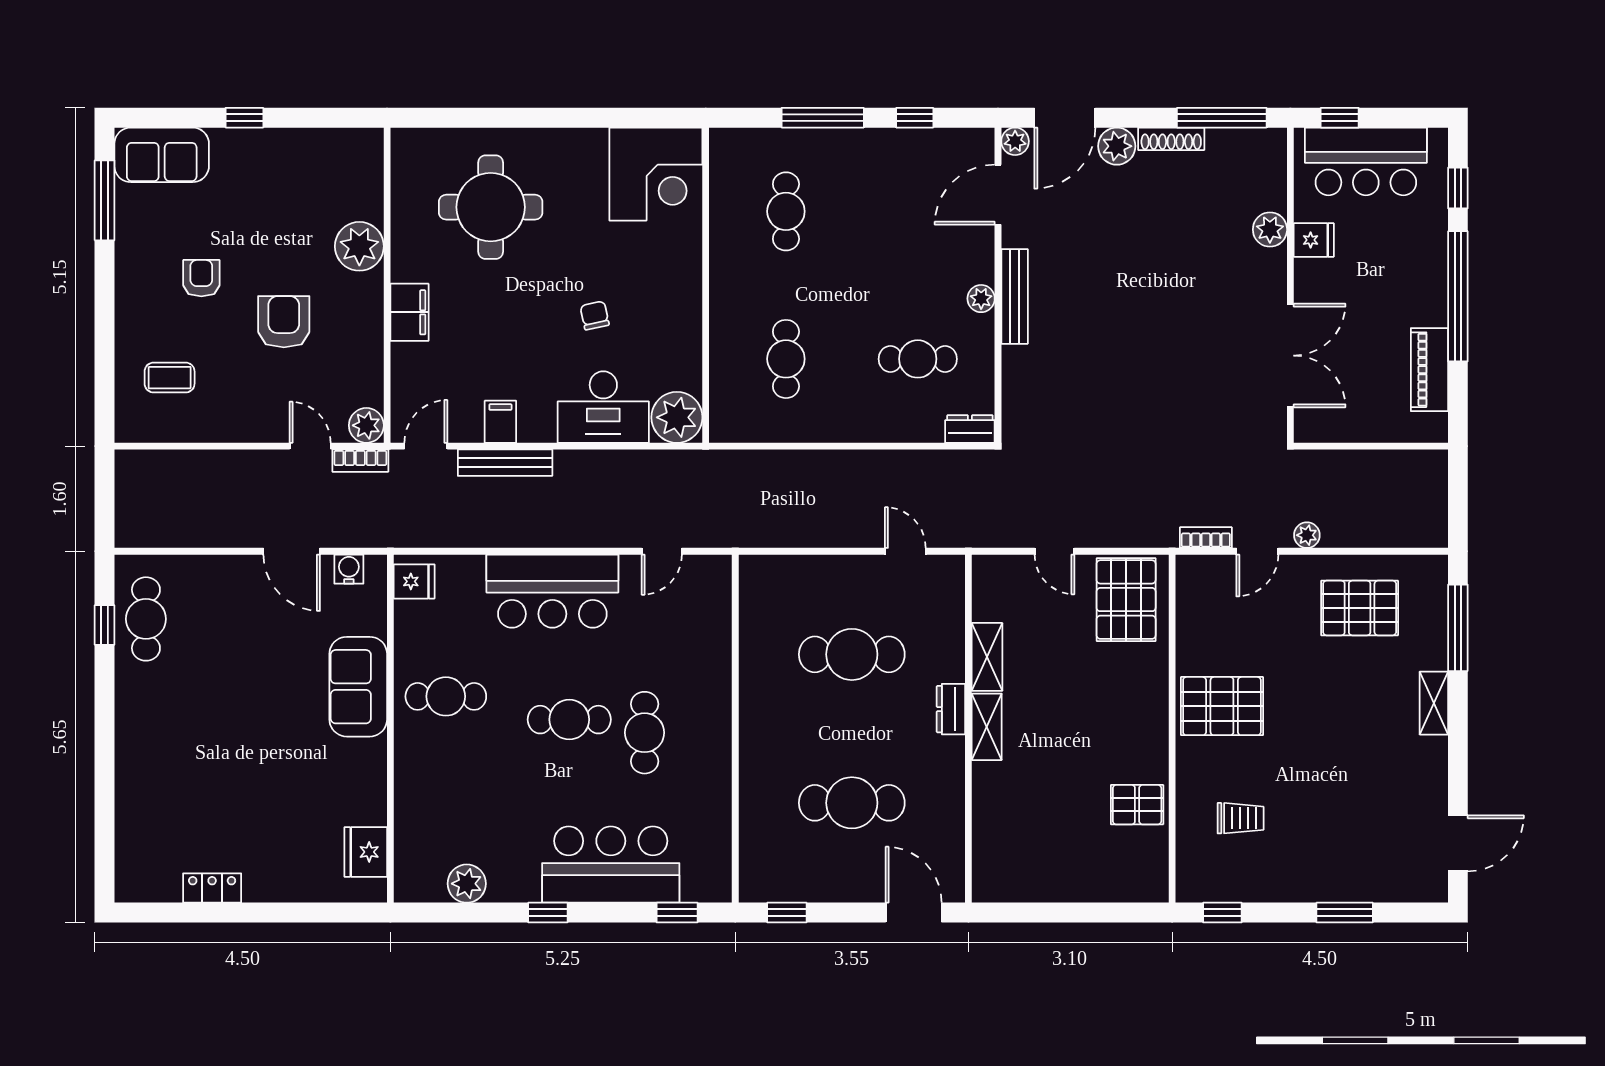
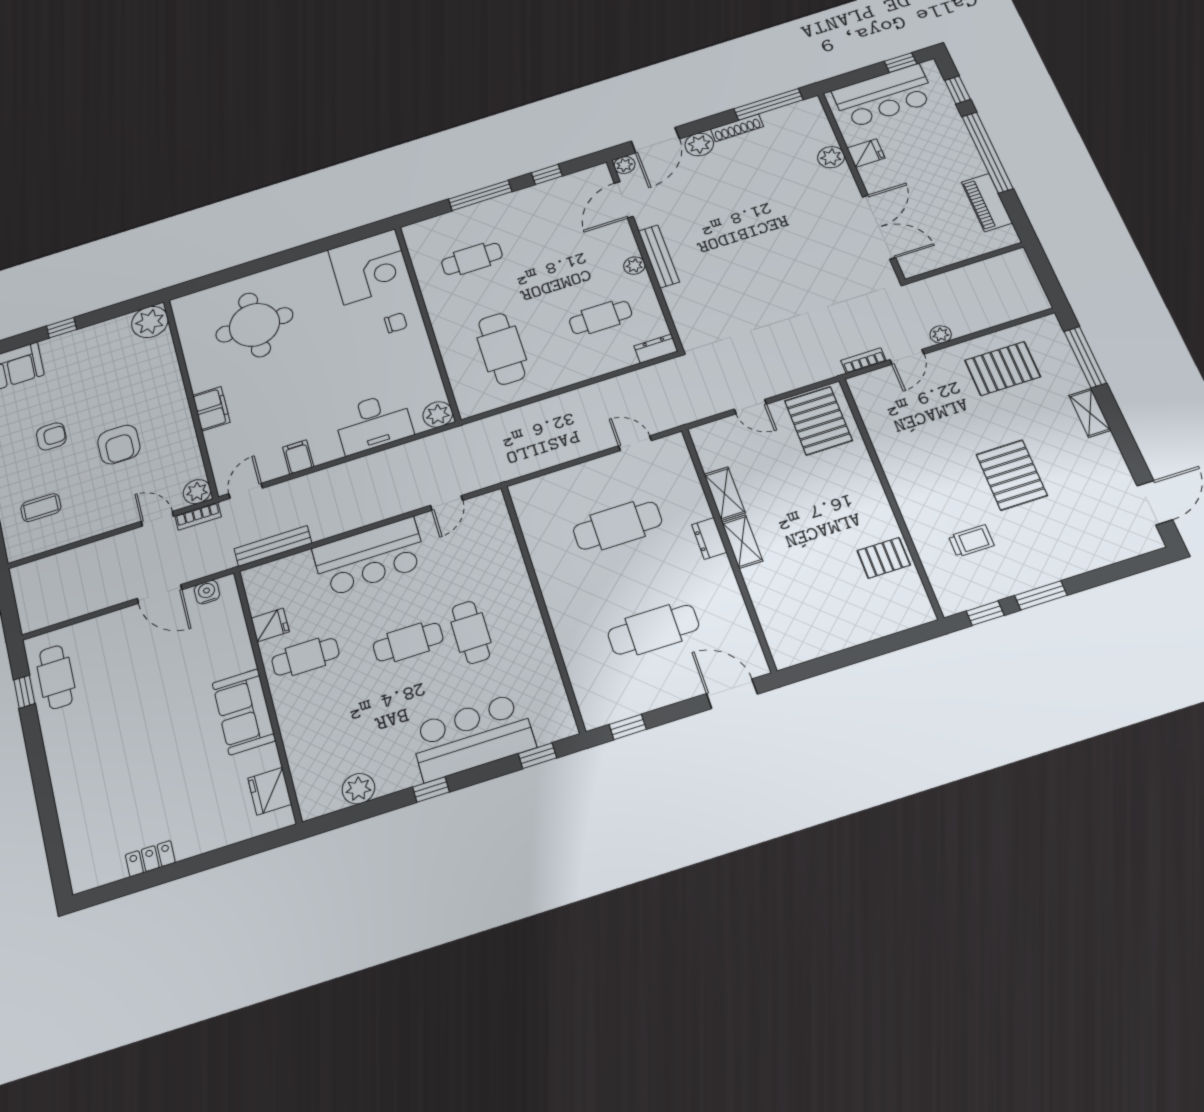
window: (1340, 118) -> (901, 63), moved
cafe table: (786, 211) -> (472, 259), turned 90
plant: (359, 246) -> (150, 322), moved
armchair: (201, 278) -> (51, 436), turned 90
chair: (595, 315) -> (396, 323), moved, turned 102
armchair: (284, 322) -> (119, 445), turned 180
cafe table: (786, 359) -> (502, 349), width x1.37, depth x1.35
plant: (677, 417) -> (438, 414), width x0.73, depth x0.73
bench: (505, 463) -> (273, 546), moved
fridge: (414, 581) -> (270, 625), moved
sofa: (358, 687) -> (244, 712), moved
pallet: (1222, 706) -> (1012, 475), moved, turned 90
window: (1345, 913) -> (1041, 595), moved

